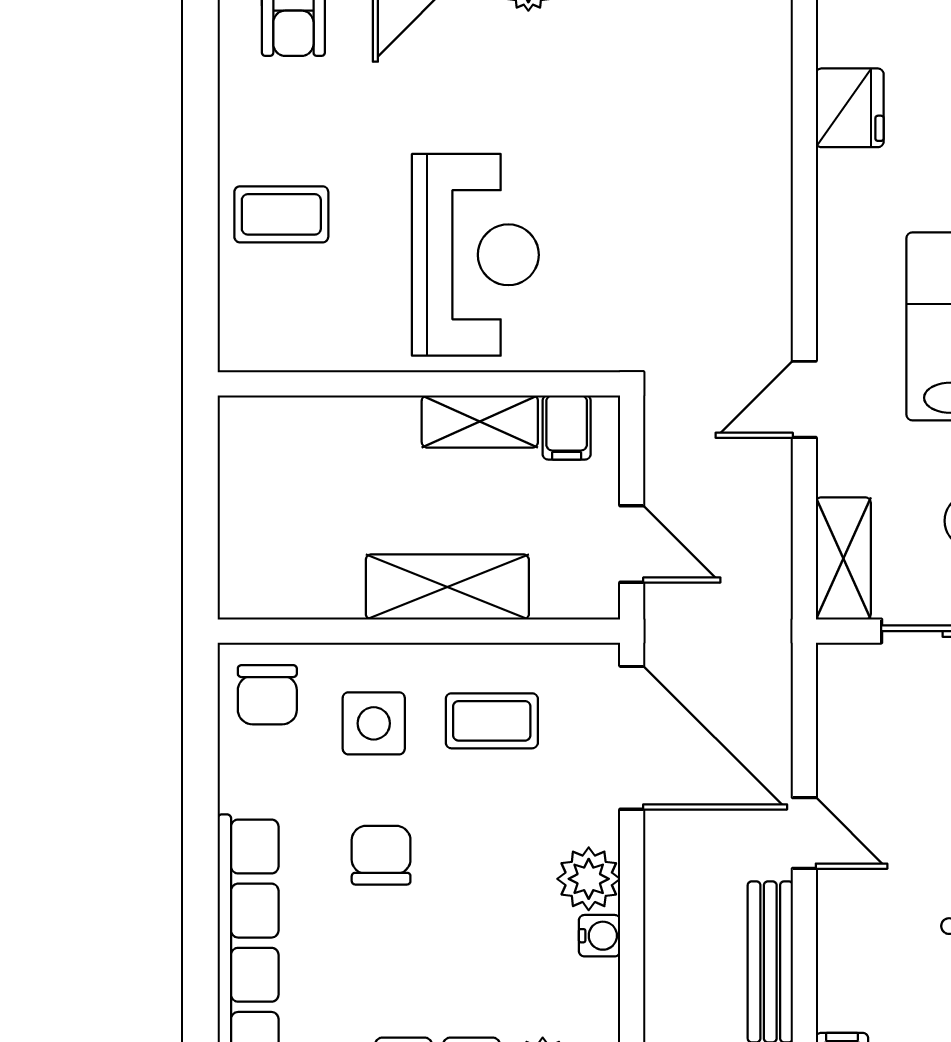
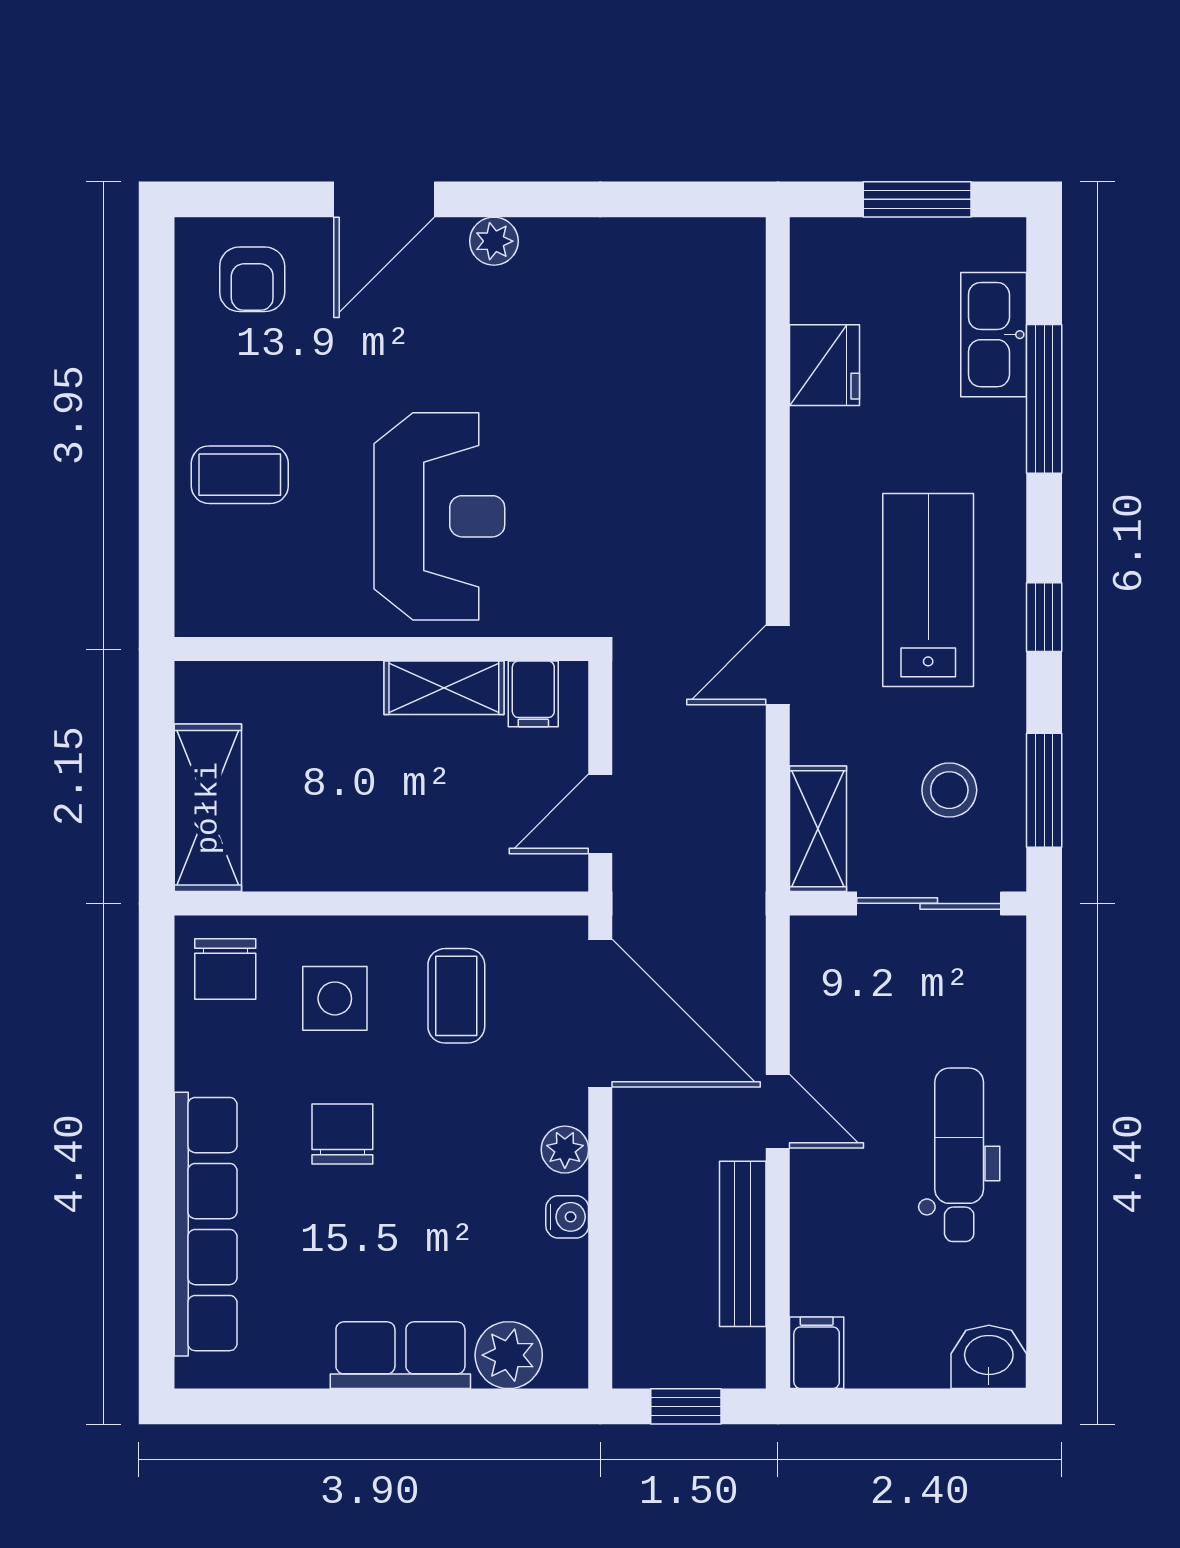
door: (632, 544) -> (600, 814), swing flipped
shelving: (447, 587) -> (208, 808), moved, turned 90
coffee table: (492, 721) -> (456, 996), turned 90
plant: (589, 879) -> (565, 1150), width x0.73, depth x0.73

